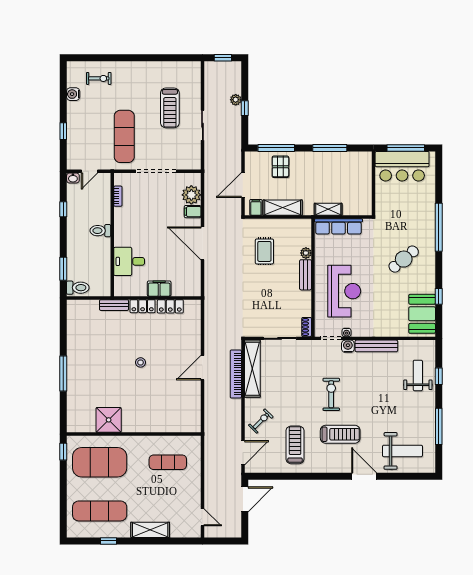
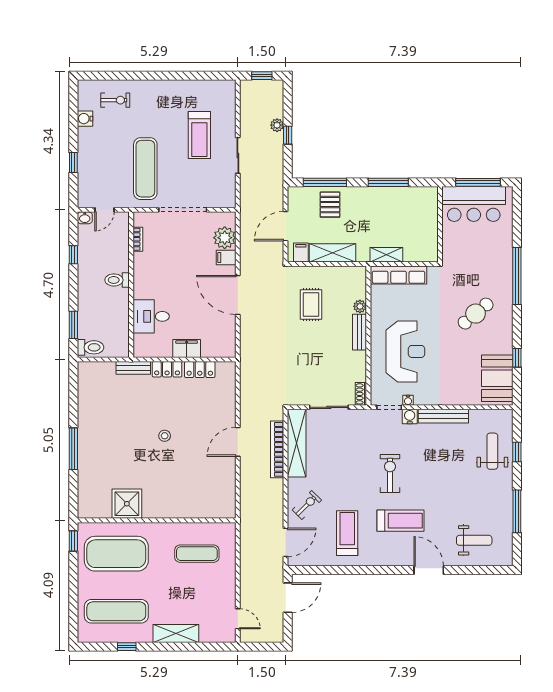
weight bench: (402, 451) -> (474, 540), width x0.73, depth x0.75

